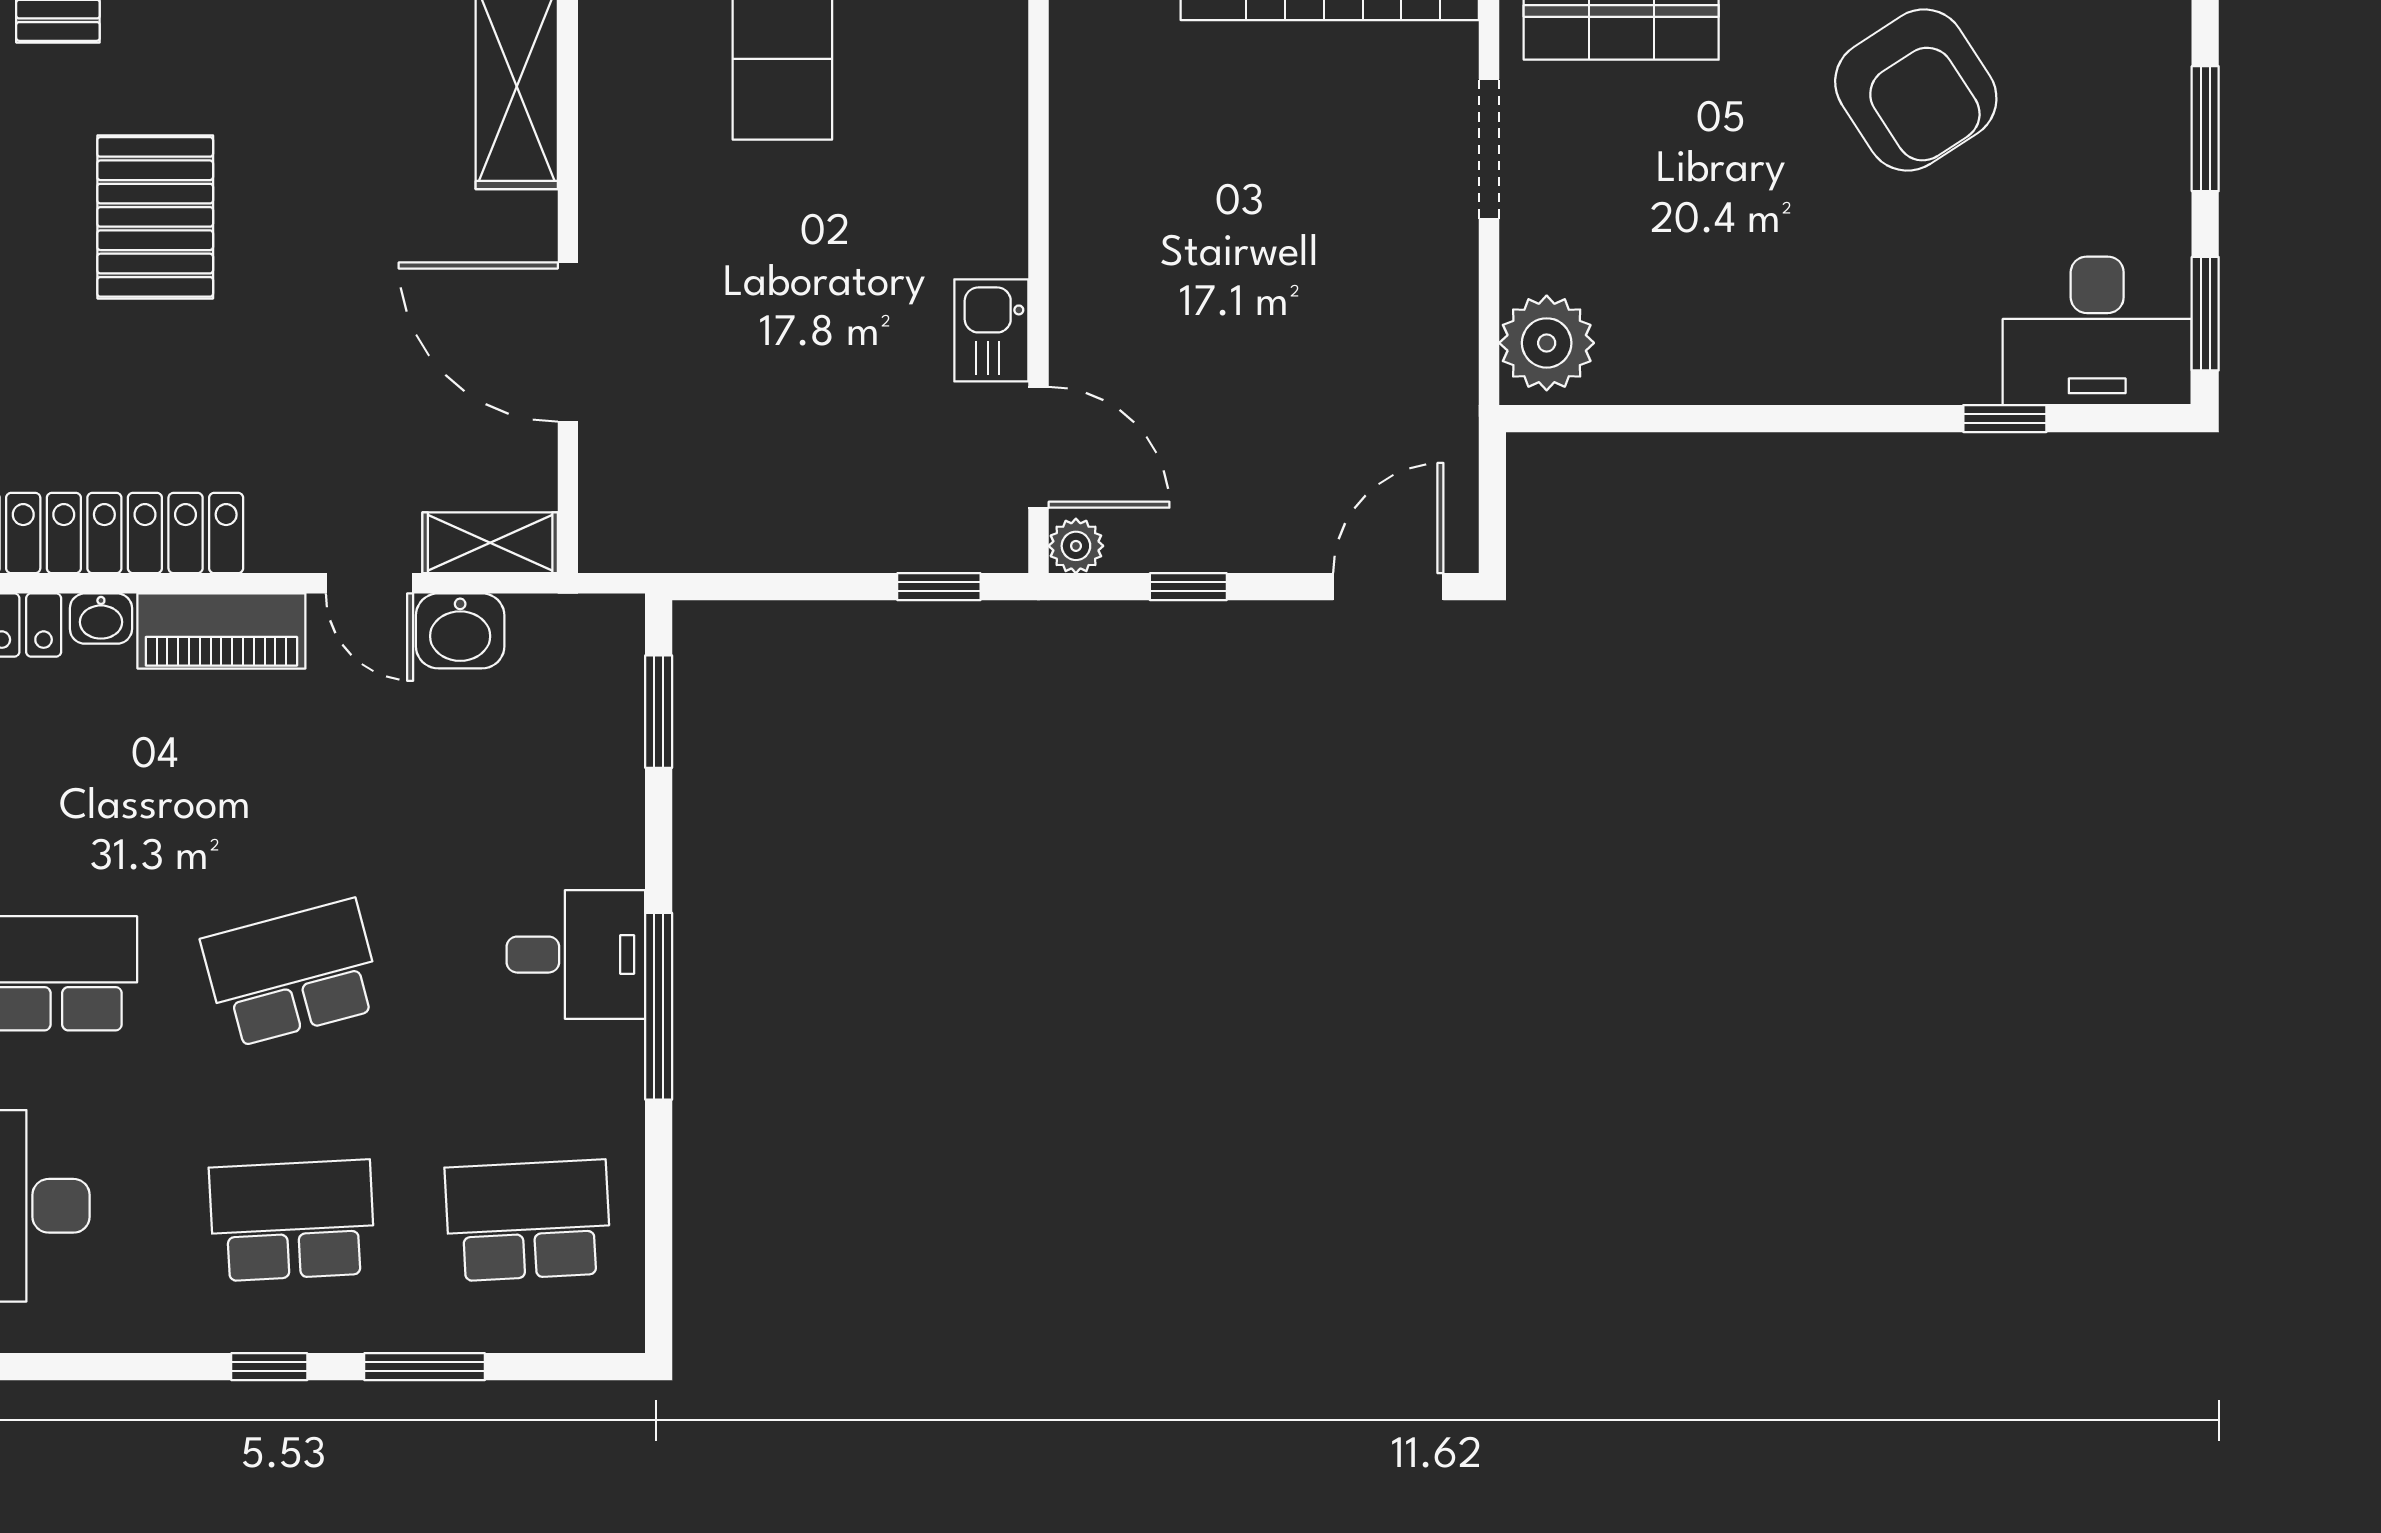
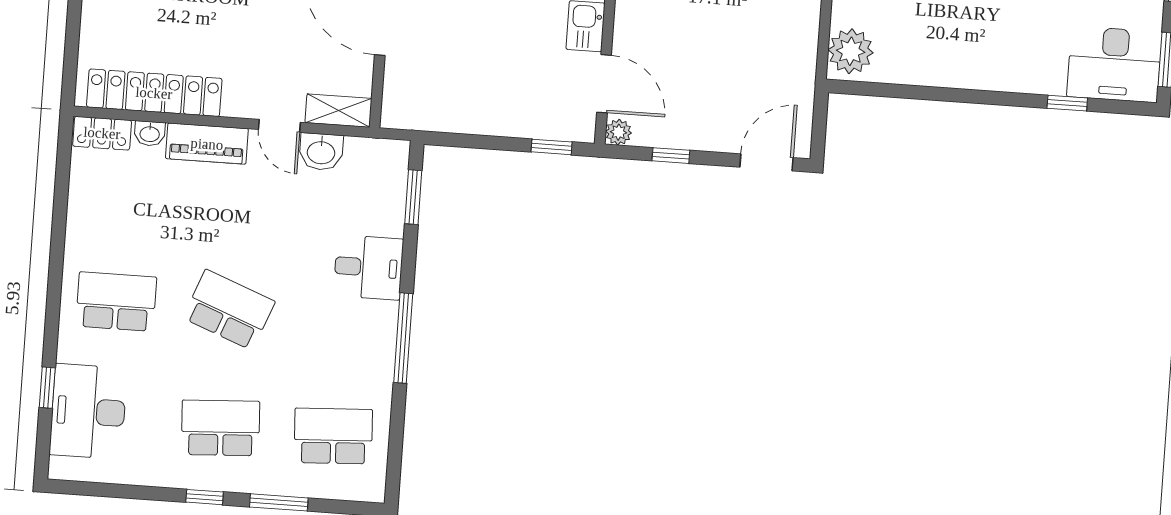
desk: (576, 955) -> (368, 267), moved
school desk: (292, 973) -> (229, 310), turned 36

